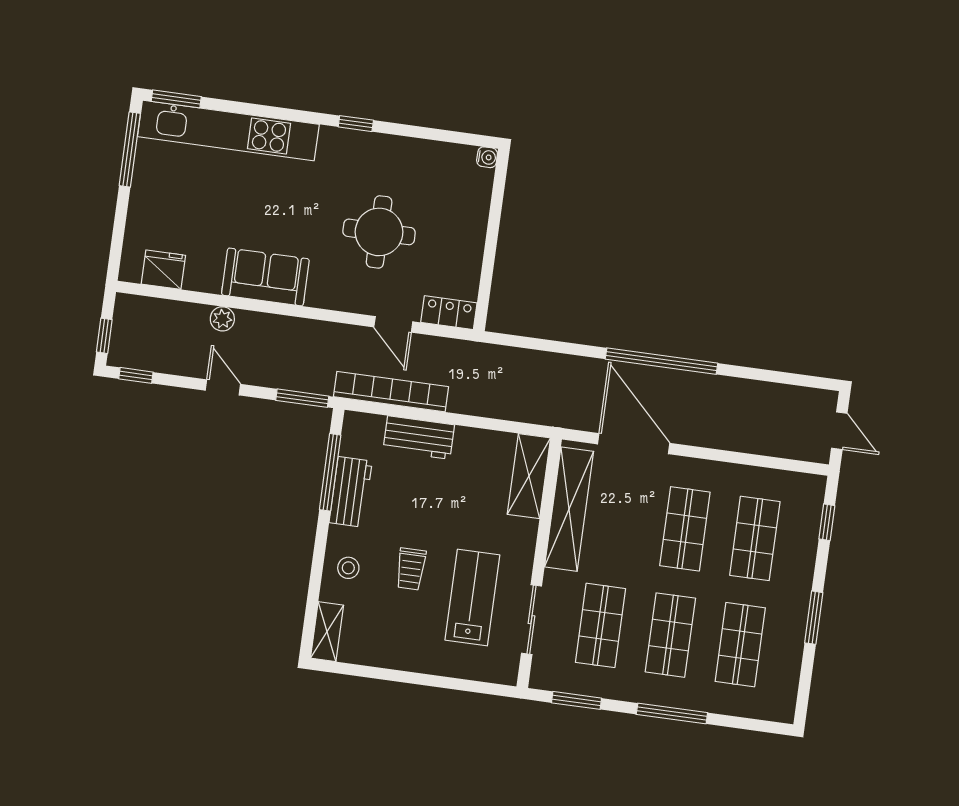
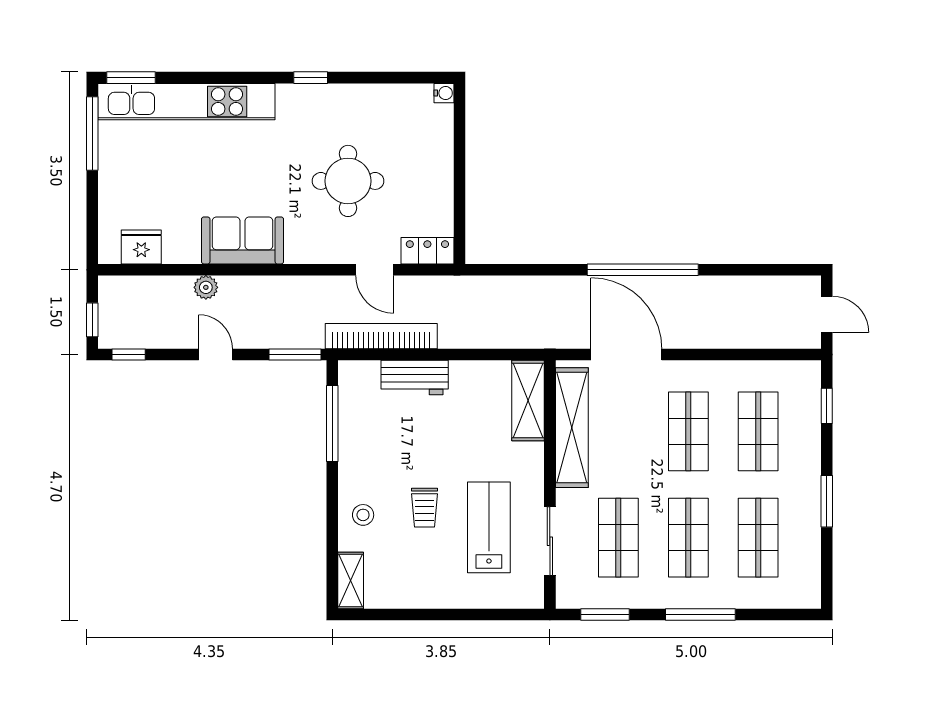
workbench: (351, 492) -> (355, 440), removed

